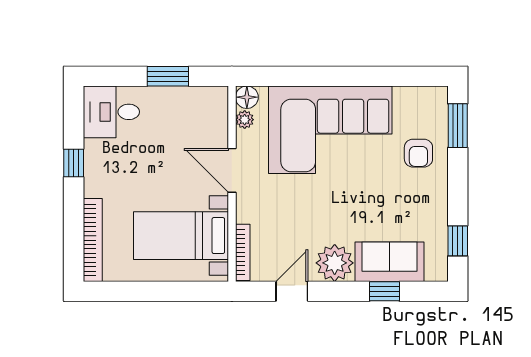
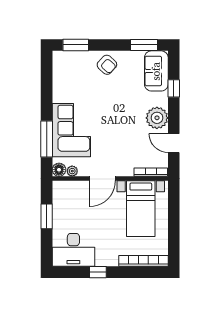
window: (299, 76) -> (47, 139), added
desk: (111, 112) -> (73, 250), width x1.37
corner sofa: (330, 130) -> (71, 130), width x0.73, depth x0.74
armchair: (418, 153) -> (107, 65), moved, turned 43
window: (458, 241) -> (144, 45), width x1.50
sofa: (390, 262) -> (156, 71), moved

